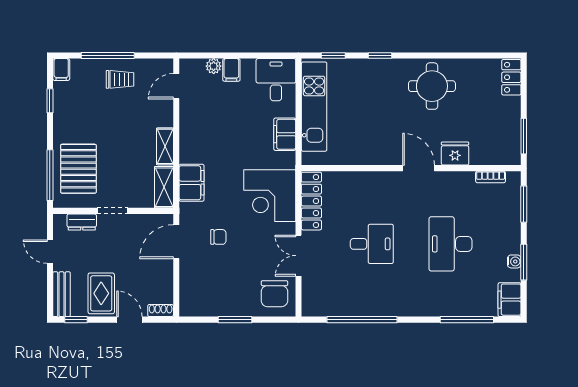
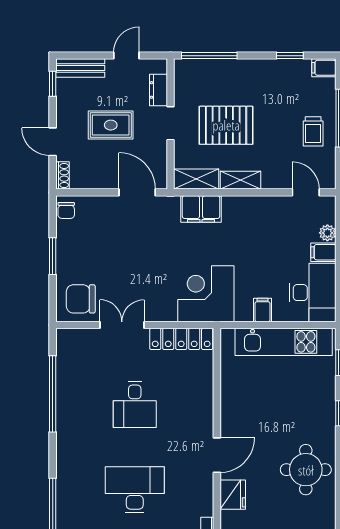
desk: (276, 80) -> (313, 293), width x1.37
filing cabinet: (285, 134) -> (262, 310), width x0.50
pallet: (78, 169) -> (226, 125), moved
corner desk: (270, 196) -> (206, 294), moved
chair: (218, 237) -> (66, 210), moved
rug: (101, 293) -> (111, 125), moved
door: (129, 320) -> (53, 142), swing flipped

